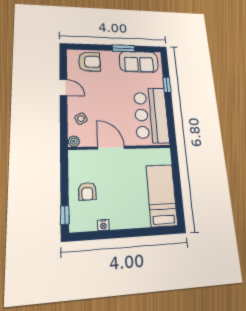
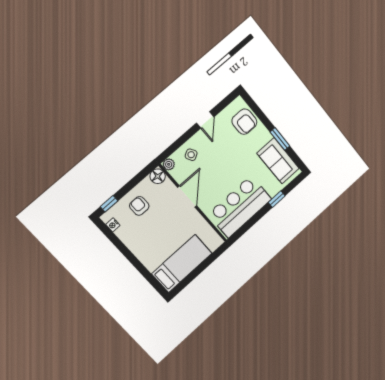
floor lamp: (76, 157) -> (158, 176), added
armchair: (87, 191) -> (139, 206), turned 90
nightstand: (103, 225) -> (113, 225), moved

